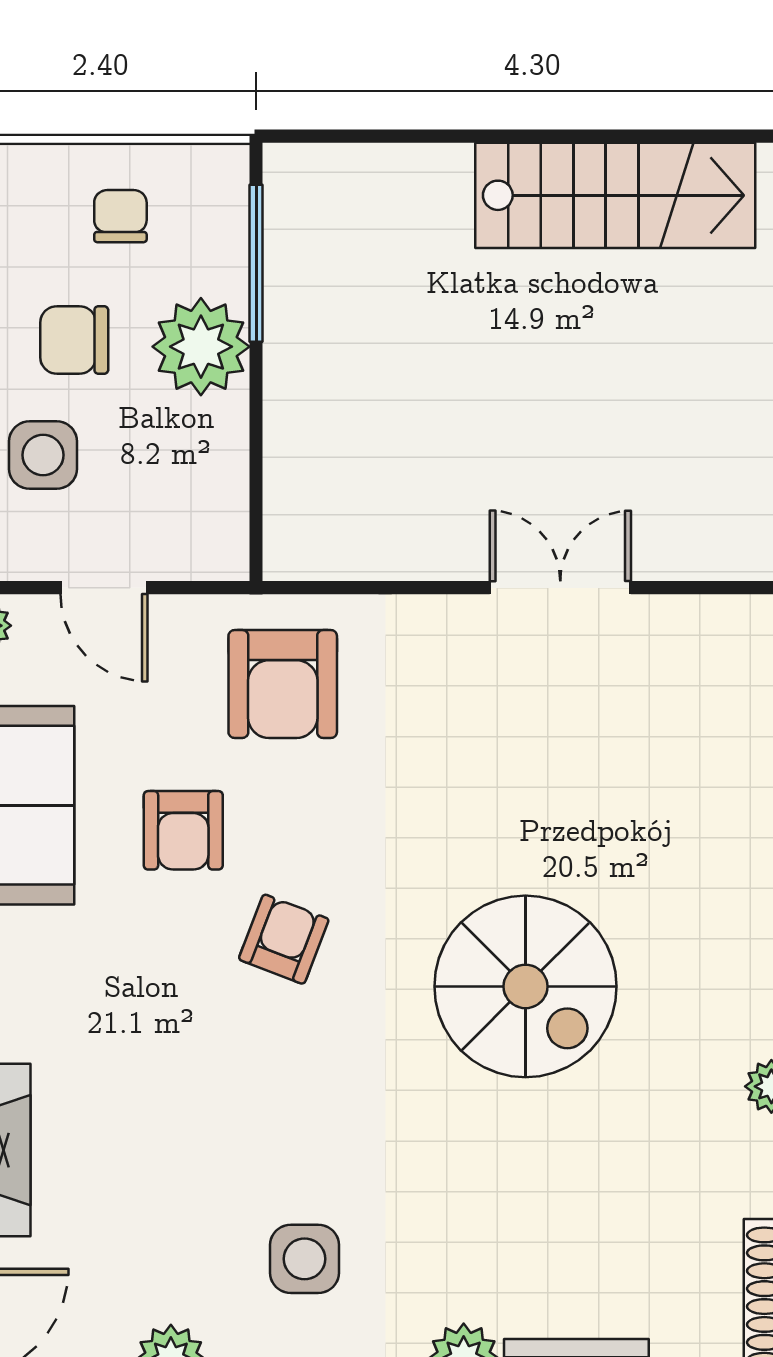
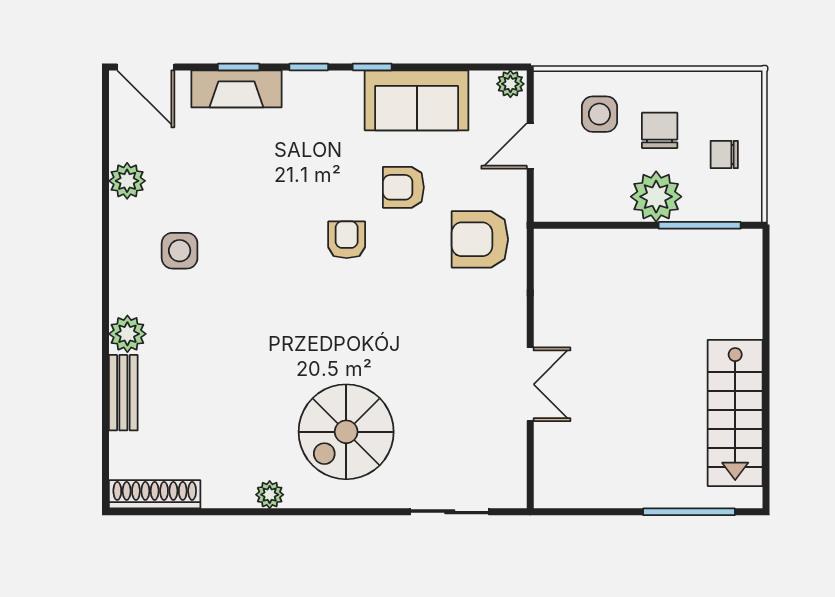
chair: (120, 216) -> (724, 155), turned 180
armchair: (284, 939) -> (347, 240), turned -111
spiral stairs: (525, 986) -> (346, 432), moved

